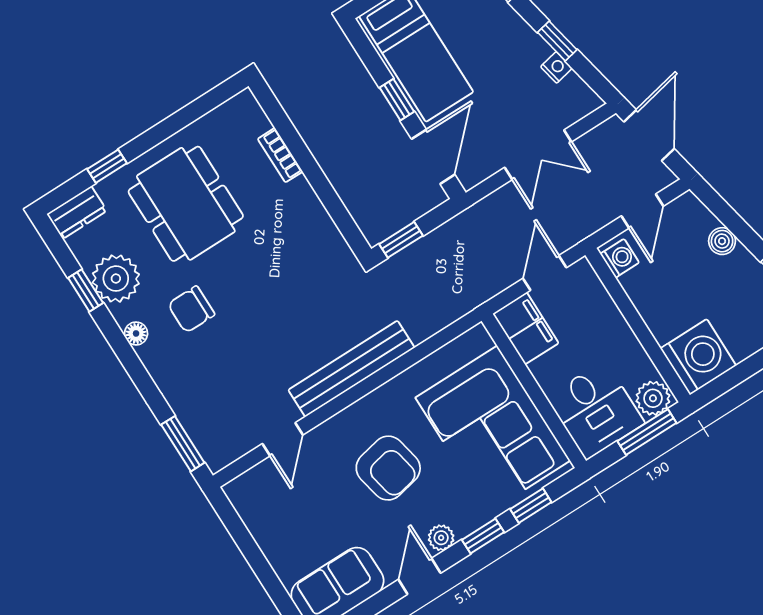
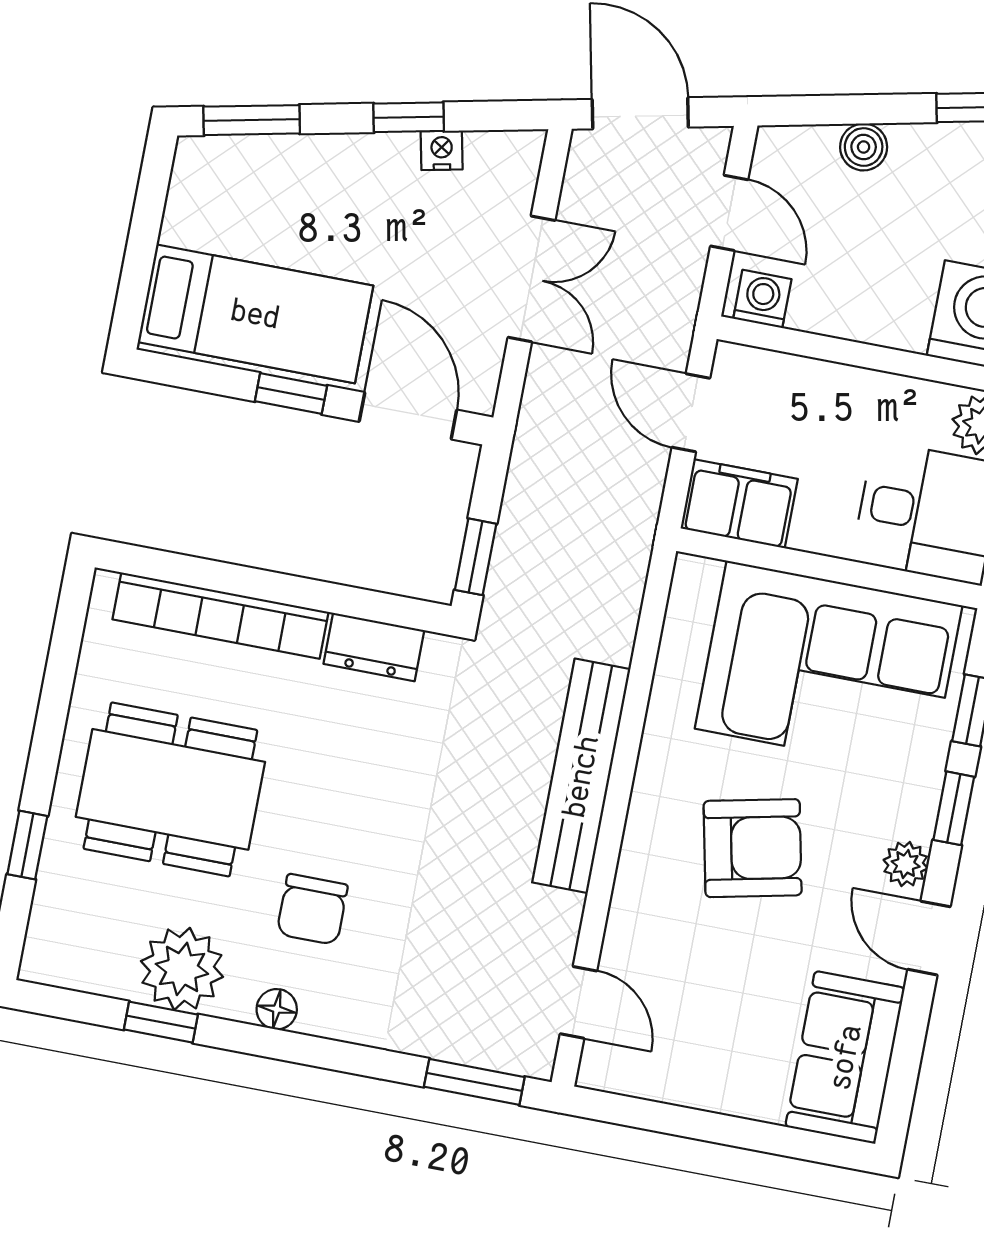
bookcase: (280, 155) -> (221, 616), width x2.31, depth x1.31
dresser: (77, 212) -> (374, 647), moved, turned 90
door: (283, 439) -> (578, 1002), moved

